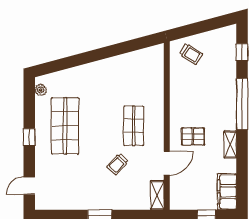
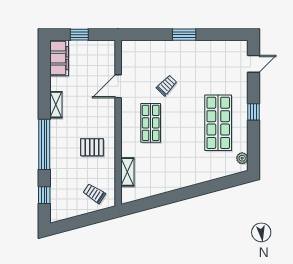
pallet: (193, 136) -> (92, 147), moved
shelving: (157, 195) -> (127, 172), moved

